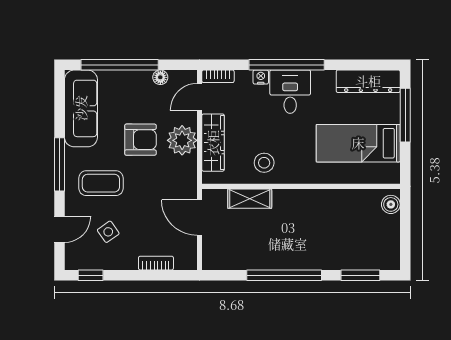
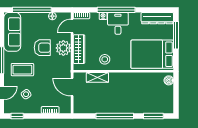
bed: (358, 143) -> (152, 54), width x1.50

